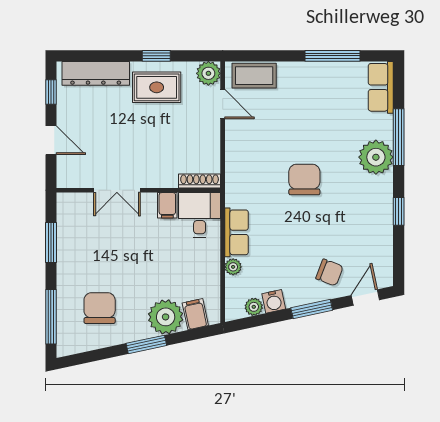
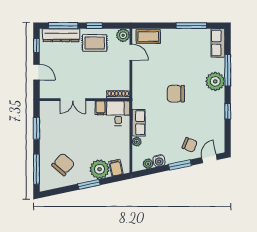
window: (99, 56) -> (63, 26), added
chair: (304, 180) -> (176, 94), turned -90
chair: (100, 308) -> (63, 164), turned 41

